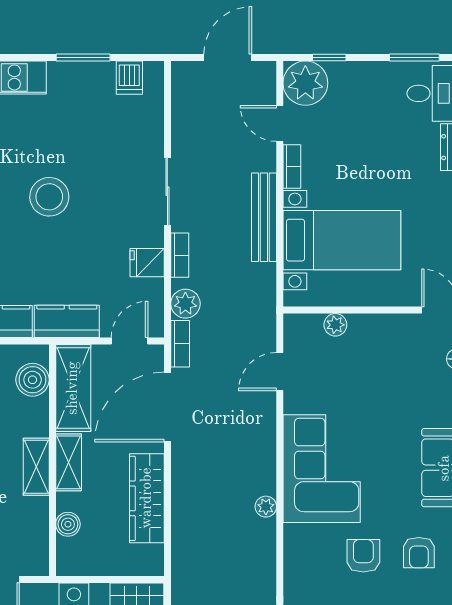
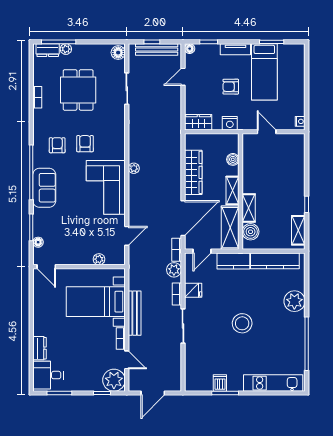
dishwasher: (129, 78) -> (220, 383), moved
shelving: (36, 467) -> (249, 208), moved
armchair: (363, 556) -> (85, 144), turned 180

